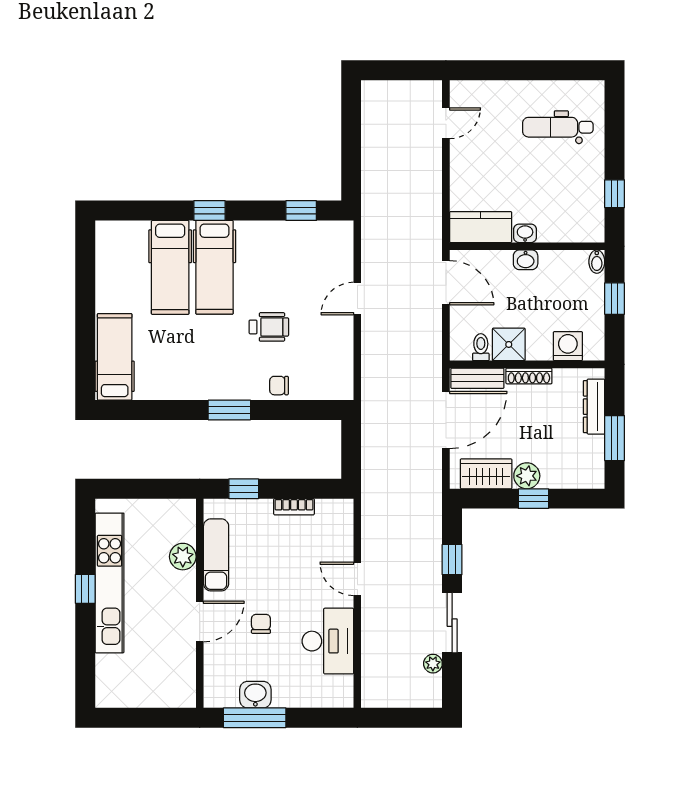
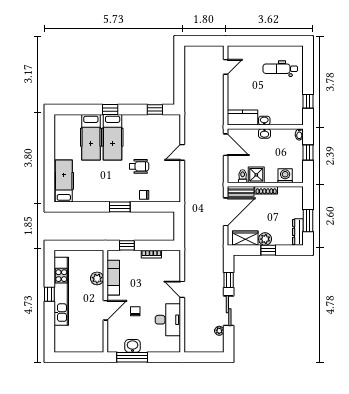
dresser: (594, 407) -> (298, 232), moved

